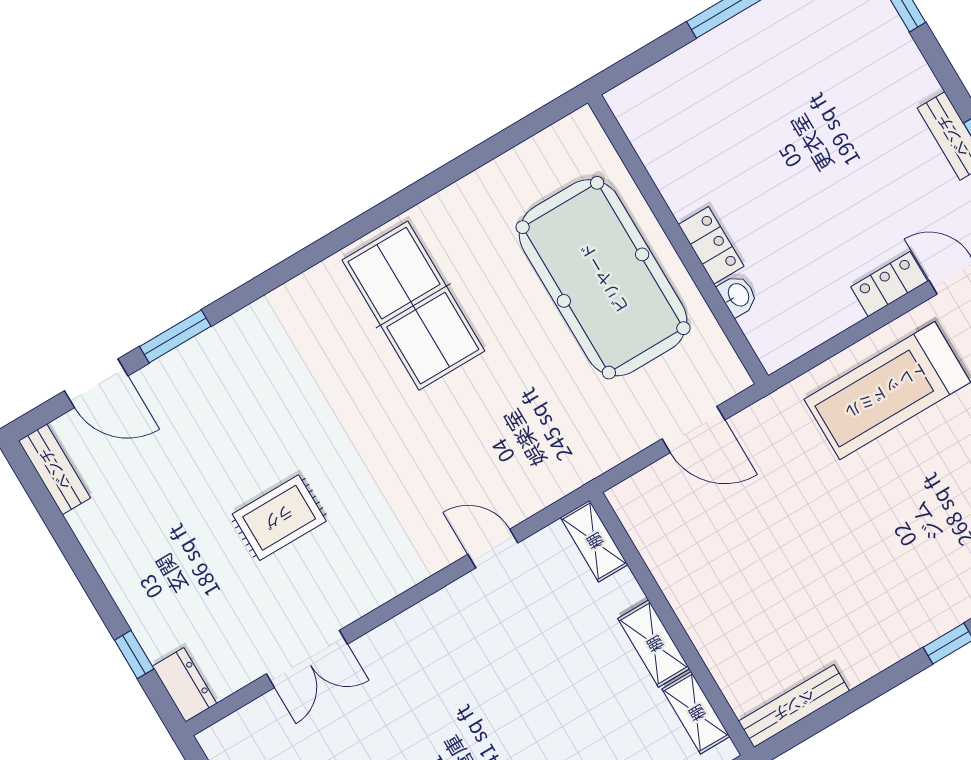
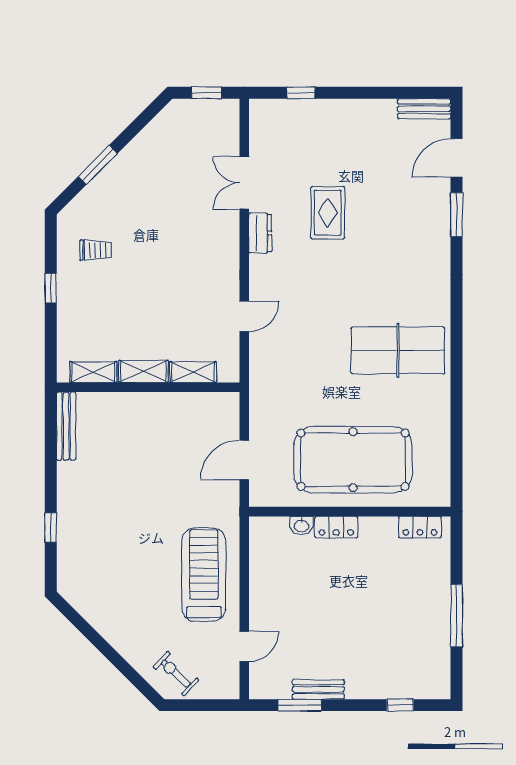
locker: (889, 284) -> (420, 527), moved, turned 90
shelving: (594, 541) -> (193, 372), moved
dresser: (185, 685) -> (260, 233), moved, turned -90

